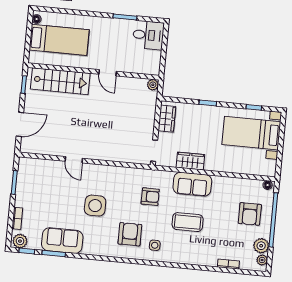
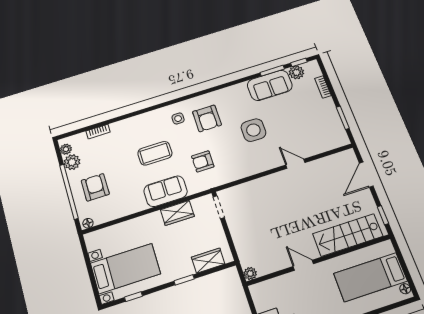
wardrobe: (167, 119) -> (208, 261), moved, turned 90
plant: (20, 241) -> (296, 72), moved

